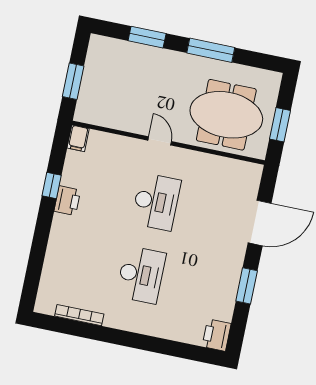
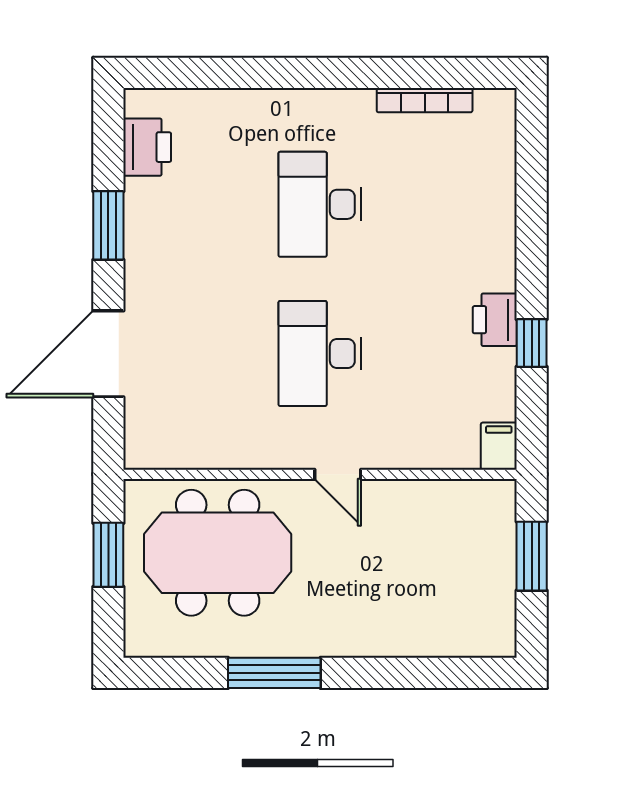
window: (147, 37) -> (405, 673), removed
printer: (217, 335) -> (147, 147), moved

